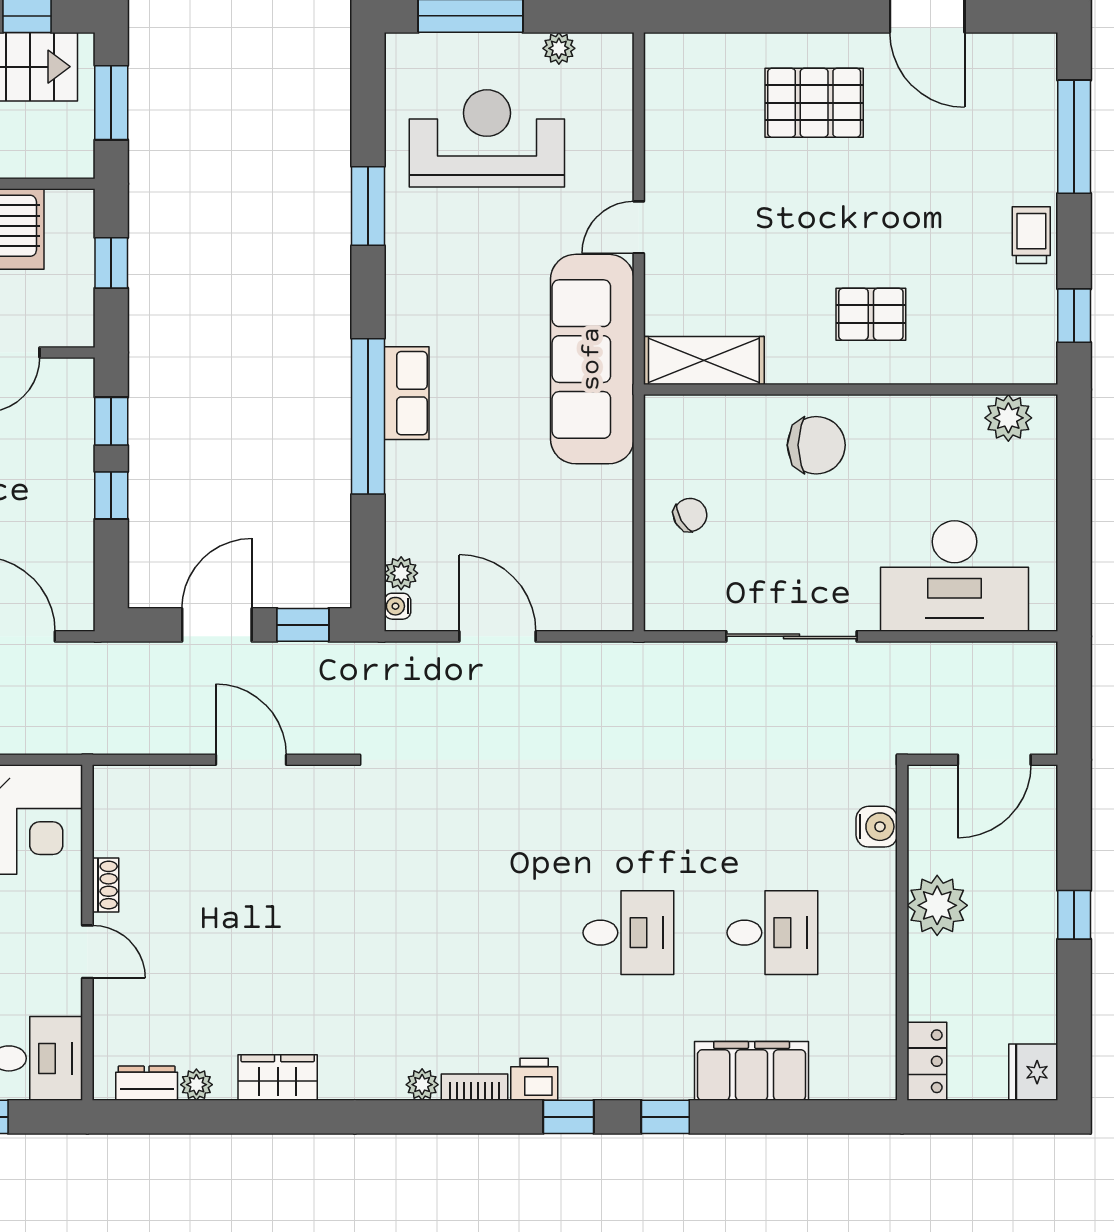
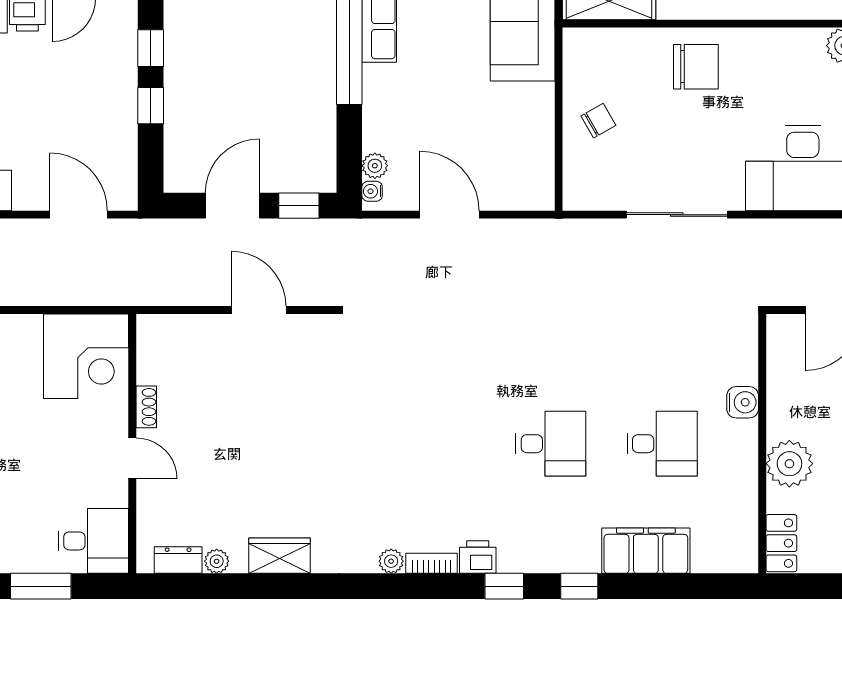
water cooler: (877, 827) -> (743, 402), moved
plant: (937, 905) -> (789, 464), moved

